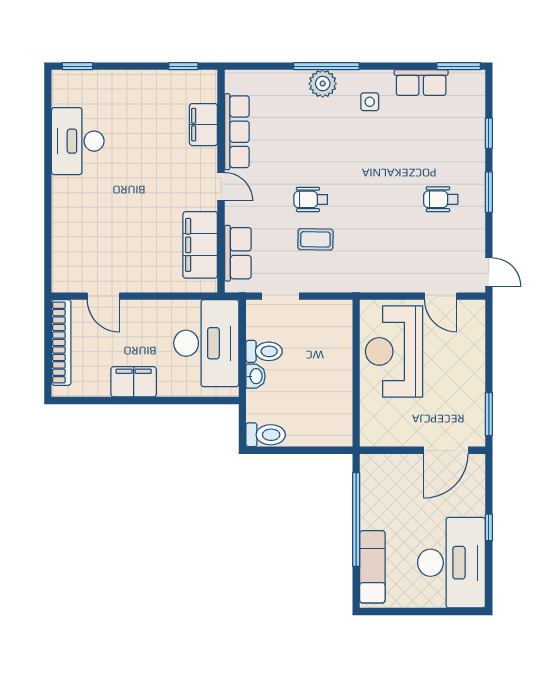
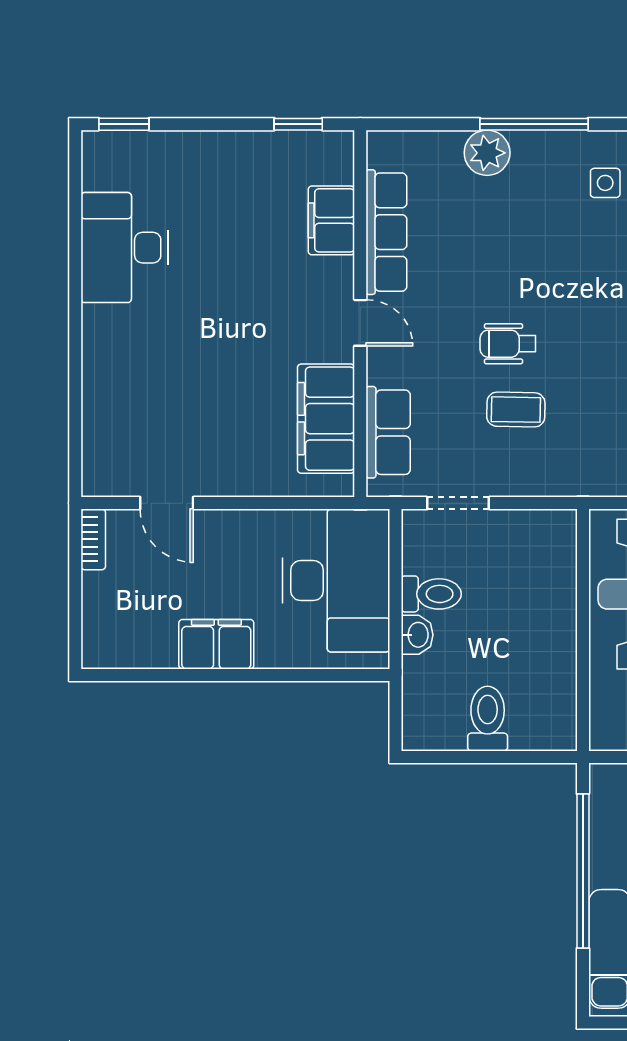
plant: (323, 84) -> (487, 153), moved
bookcase: (61, 342) -> (93, 539), width x0.43, depth x0.76
toilet: (266, 435) -> (488, 719), moved, turned -90

